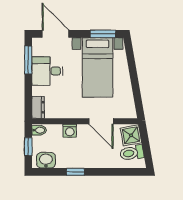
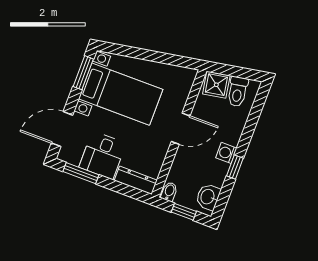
dresser: (38, 107) -> (136, 180), width x1.44
door: (101, 121) -> (181, 129), moved
washing machine: (70, 131) -> (226, 153), moved, turned 180

